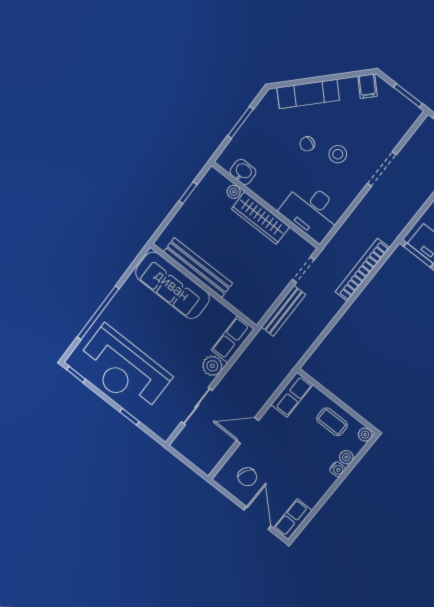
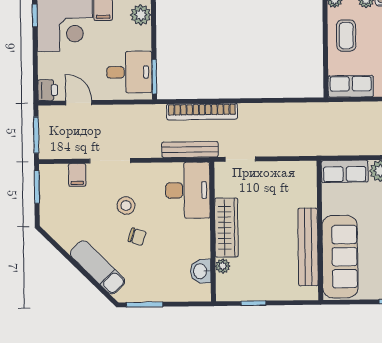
filing cabinet: (367, 86) -> (77, 175), moved, turned 135
window: (240, 122) -> (145, 305), moved
bench: (284, 311) -> (190, 150), moved

